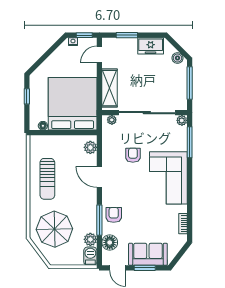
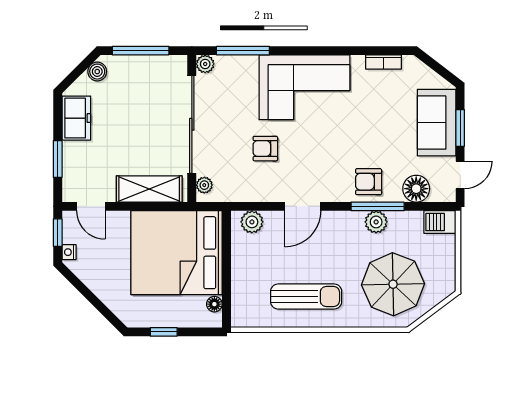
plant: (90, 239) -> (376, 222), moved

